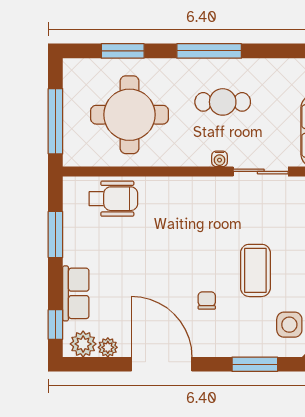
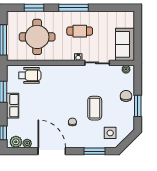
row of seats: (76, 293) -> (13, 106), moved

